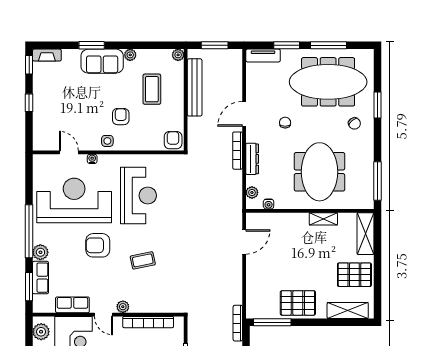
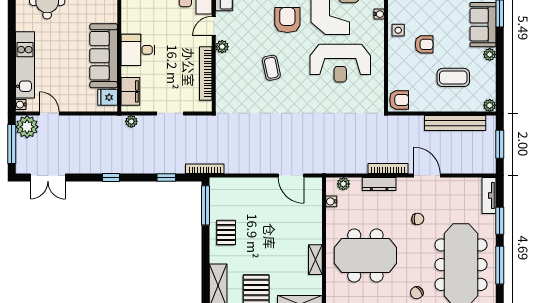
pallet: (298, 303) -> (226, 233), width x0.67, depth x0.71

